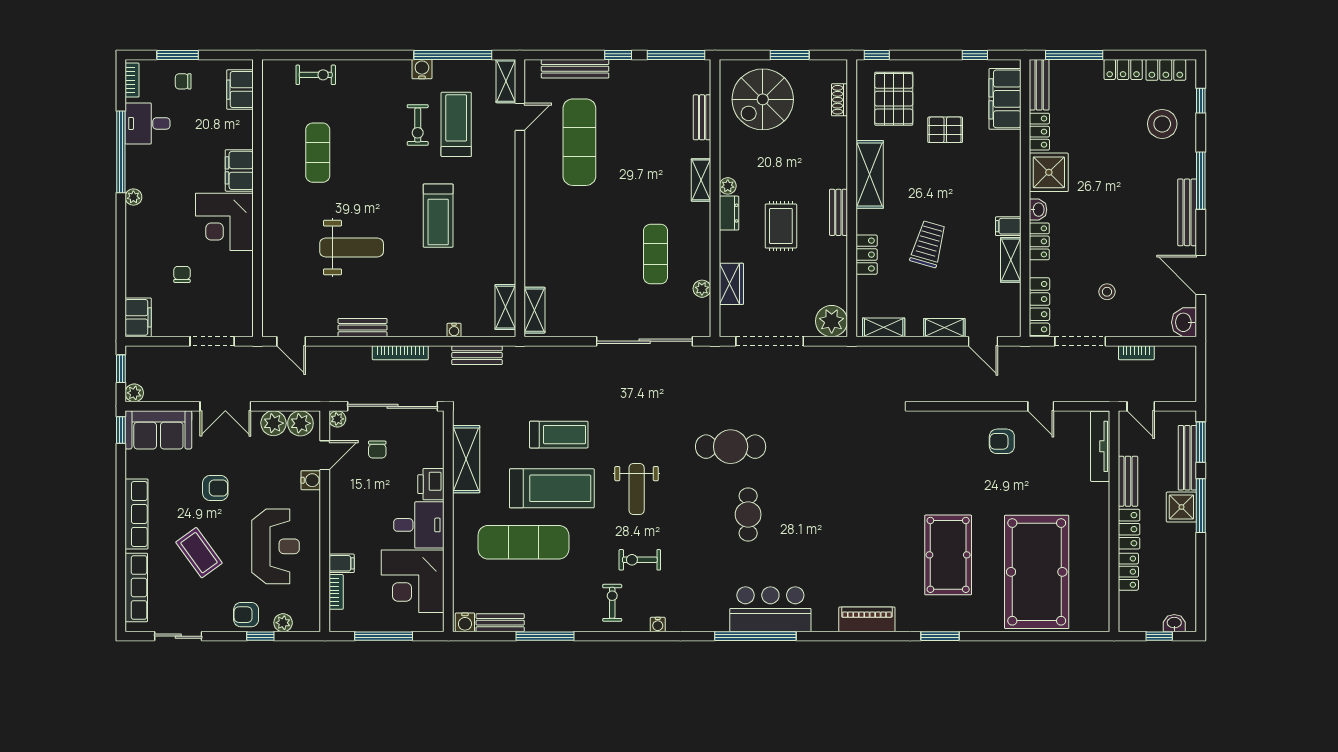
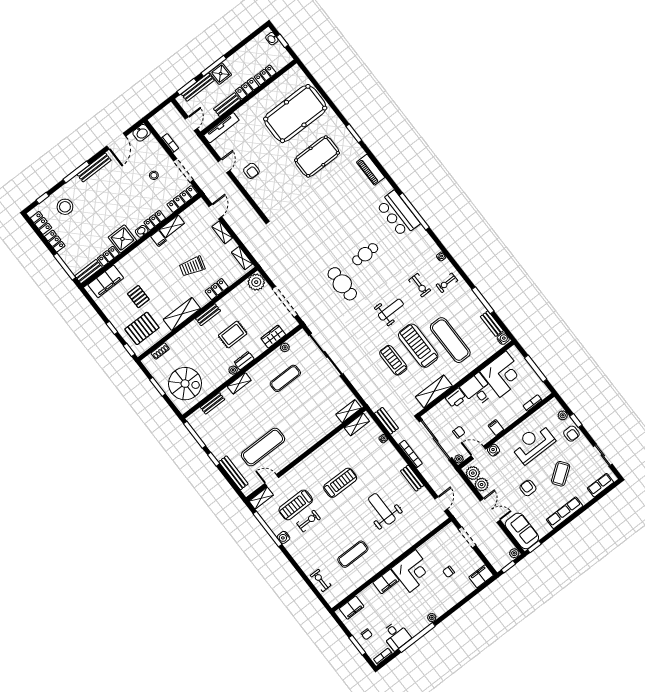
window: (975, 55) -> (112, 328), moved
filing cabinet: (342, 563) -> (496, 428), moved
row of seats: (136, 587) -> (600, 485), width x0.68

